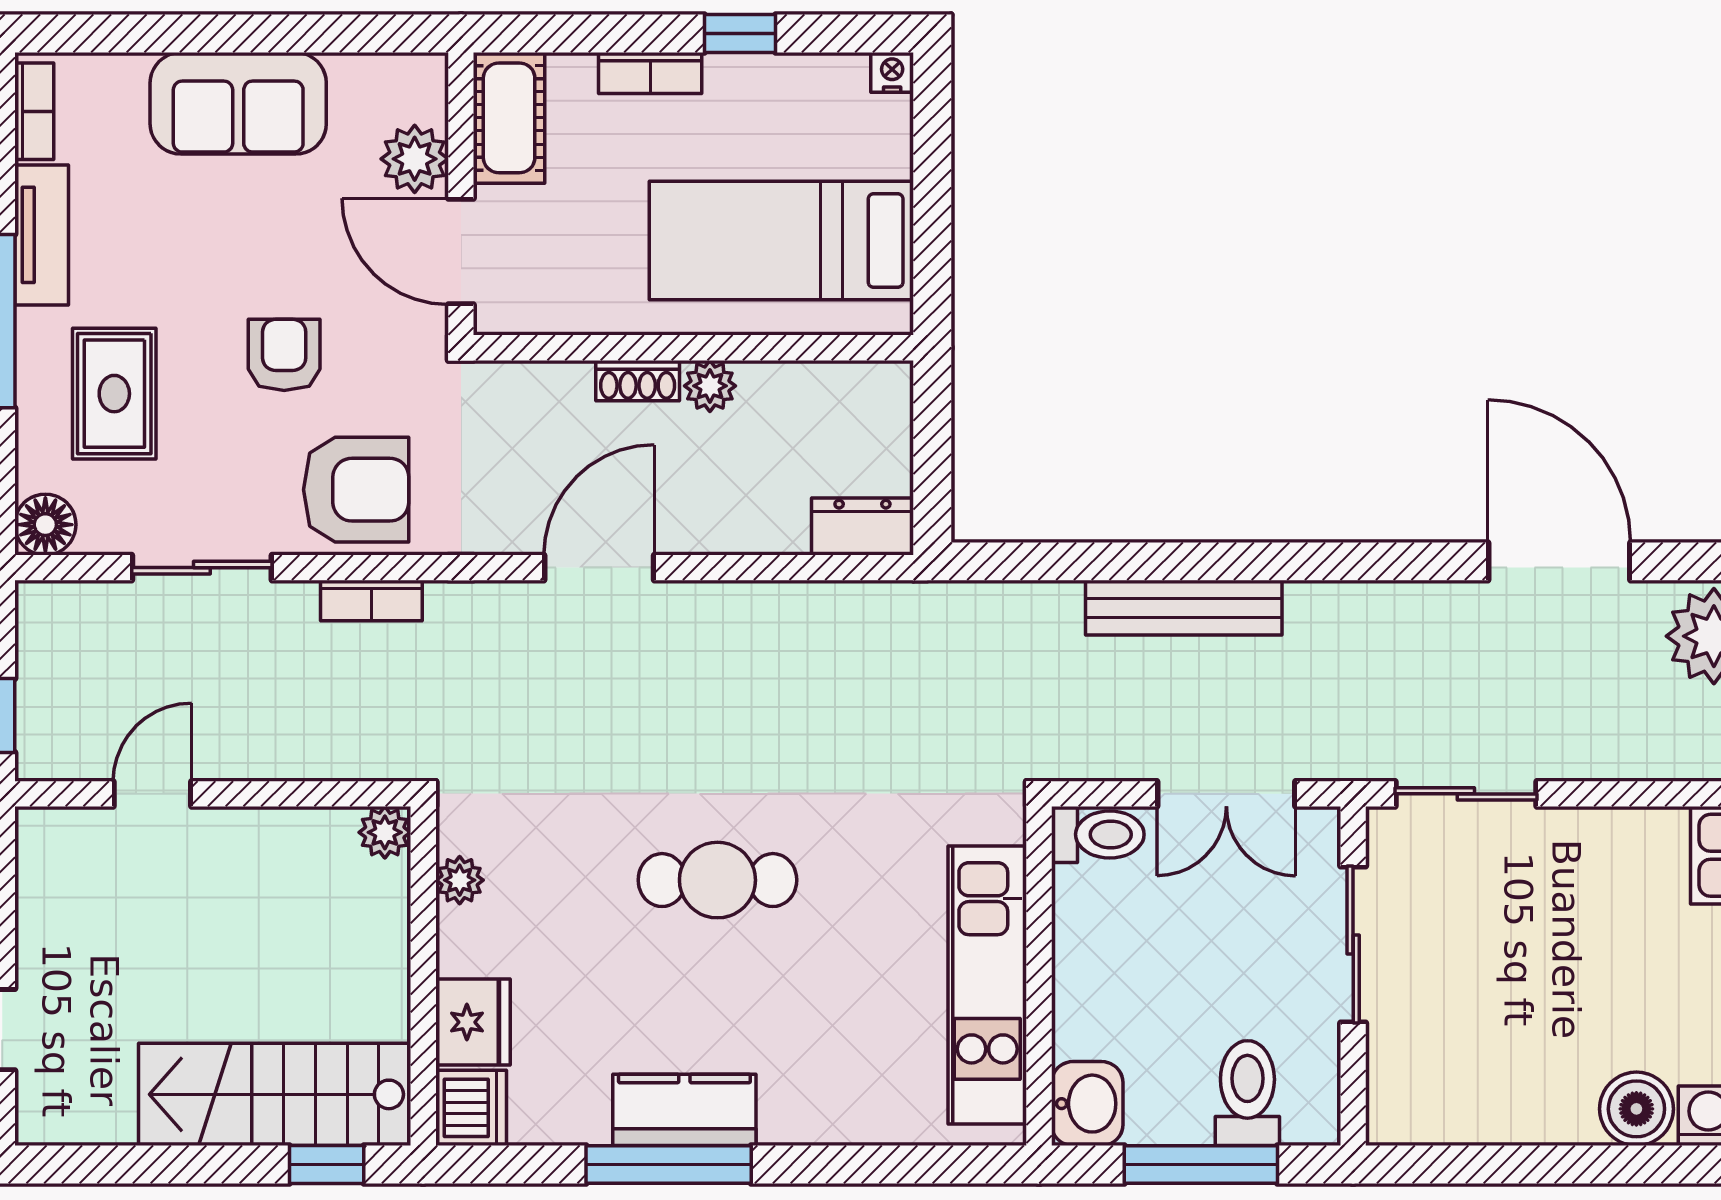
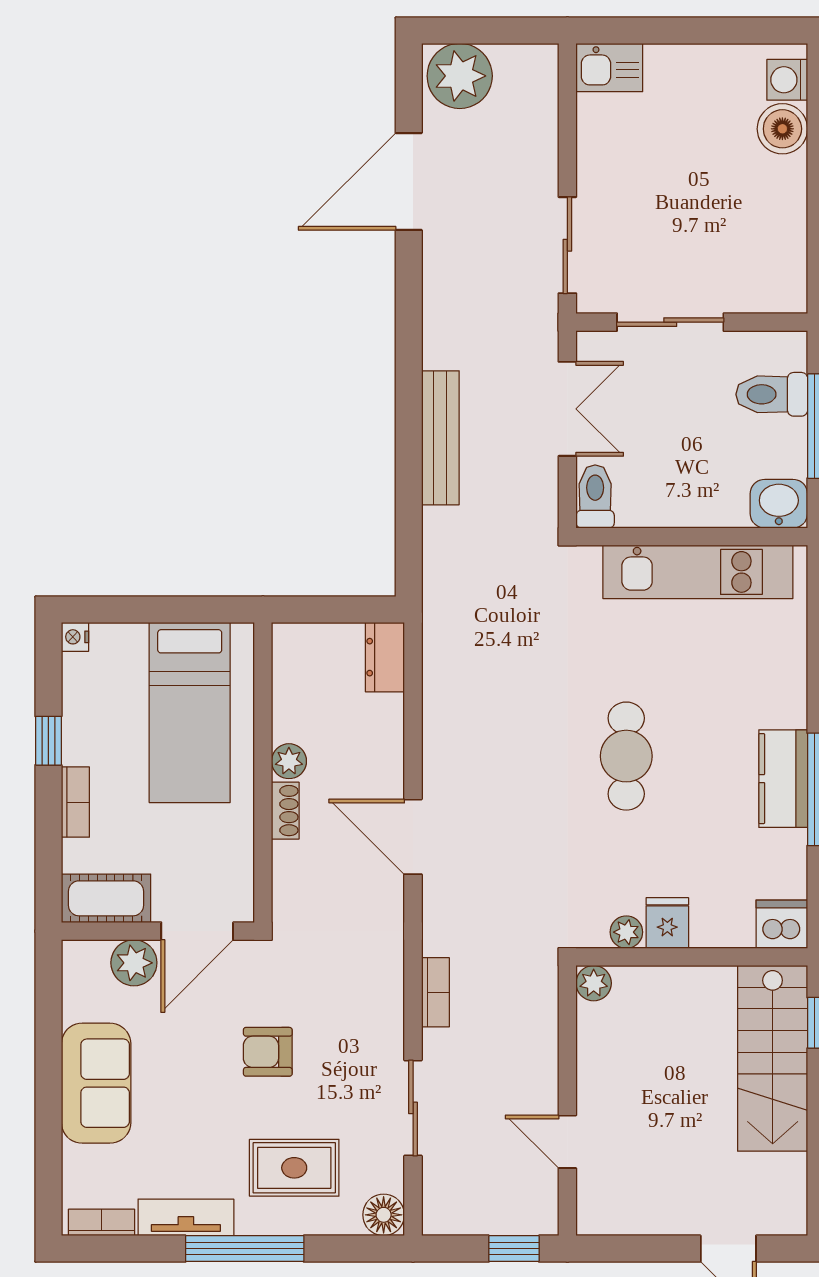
armchair: (356, 490) -> (360, 1003), removed
fridge: (473, 1022) -> (667, 923), moved, width x0.72

